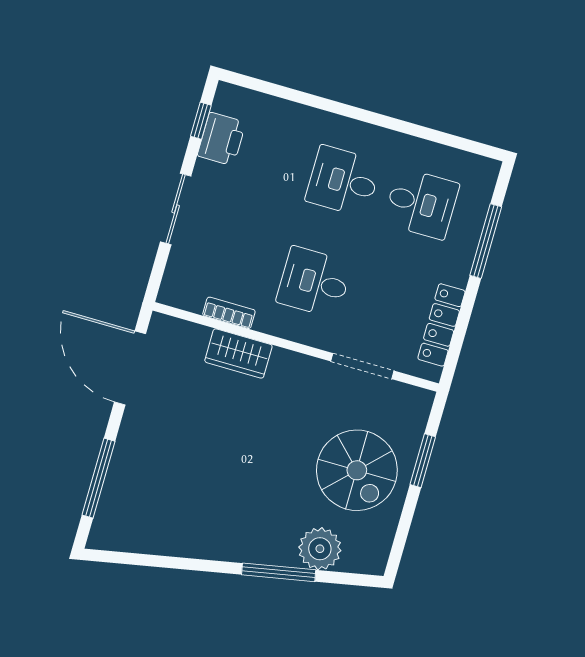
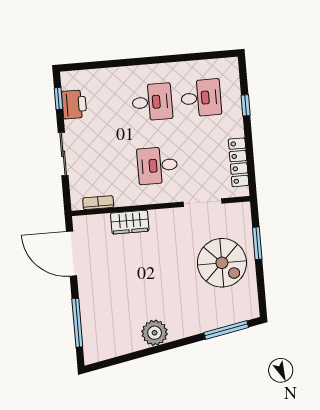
desk: (343, 181) -> (152, 102), turned 180
window: (486, 241) -> (246, 105), width x0.46
bookcase: (229, 313) -> (98, 203), moved
plant: (320, 549) -> (155, 333), moved
window: (279, 572) -> (226, 330), moved

